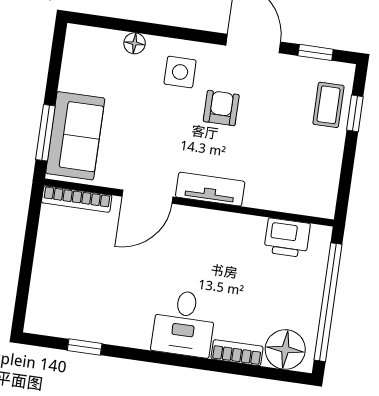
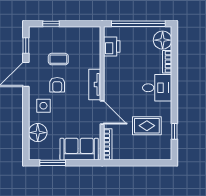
floor lamp: (135, 43) -> (38, 133), width x1.89, depth x1.89
coffee table: (328, 105) -> (58, 59), moved
armchair: (221, 108) -> (57, 85), turned -90
window: (45, 133) -> (53, 163), moved
rug: (105, 289) -> (147, 126), added

